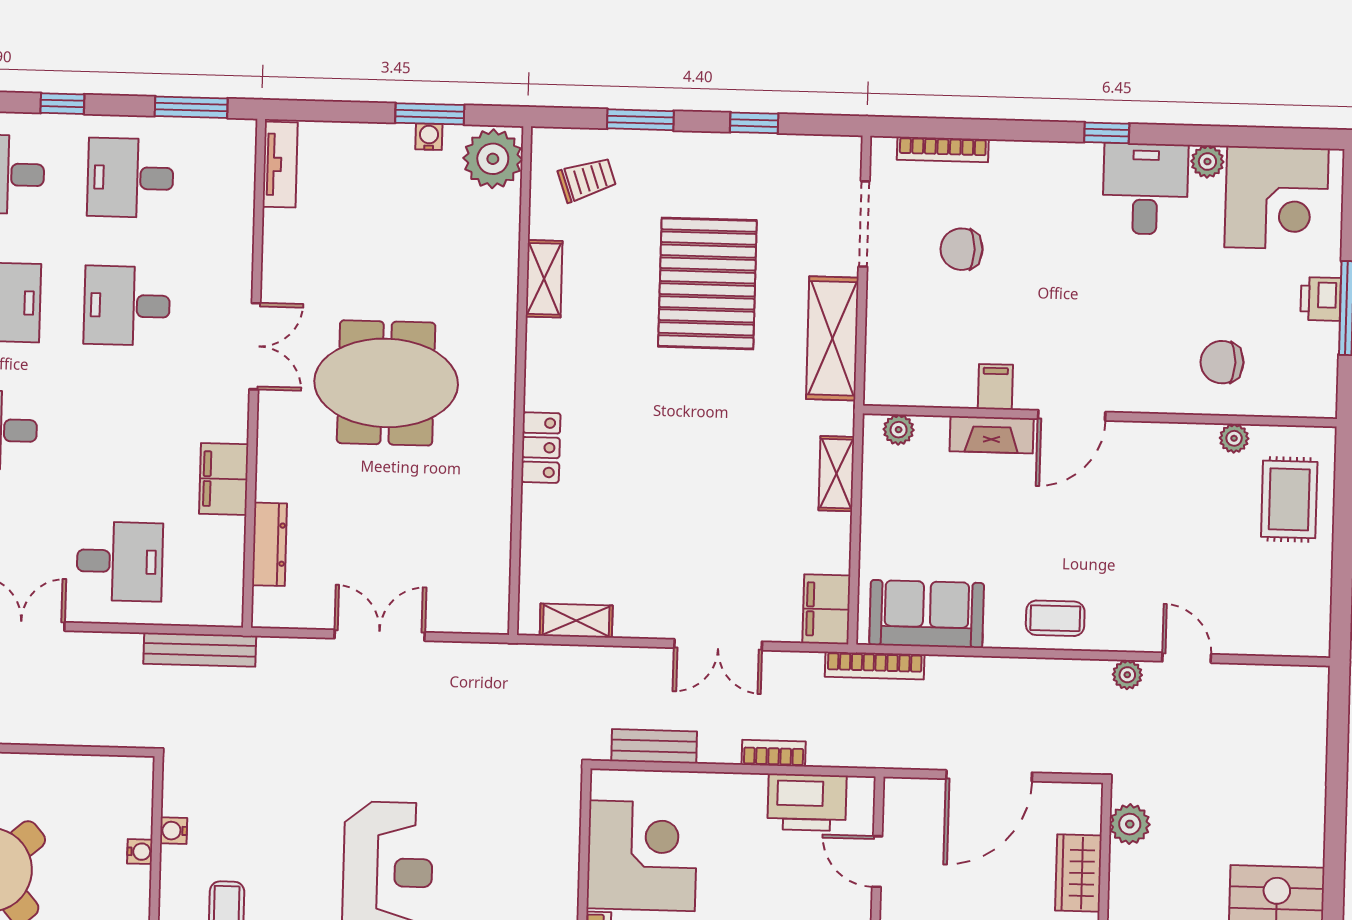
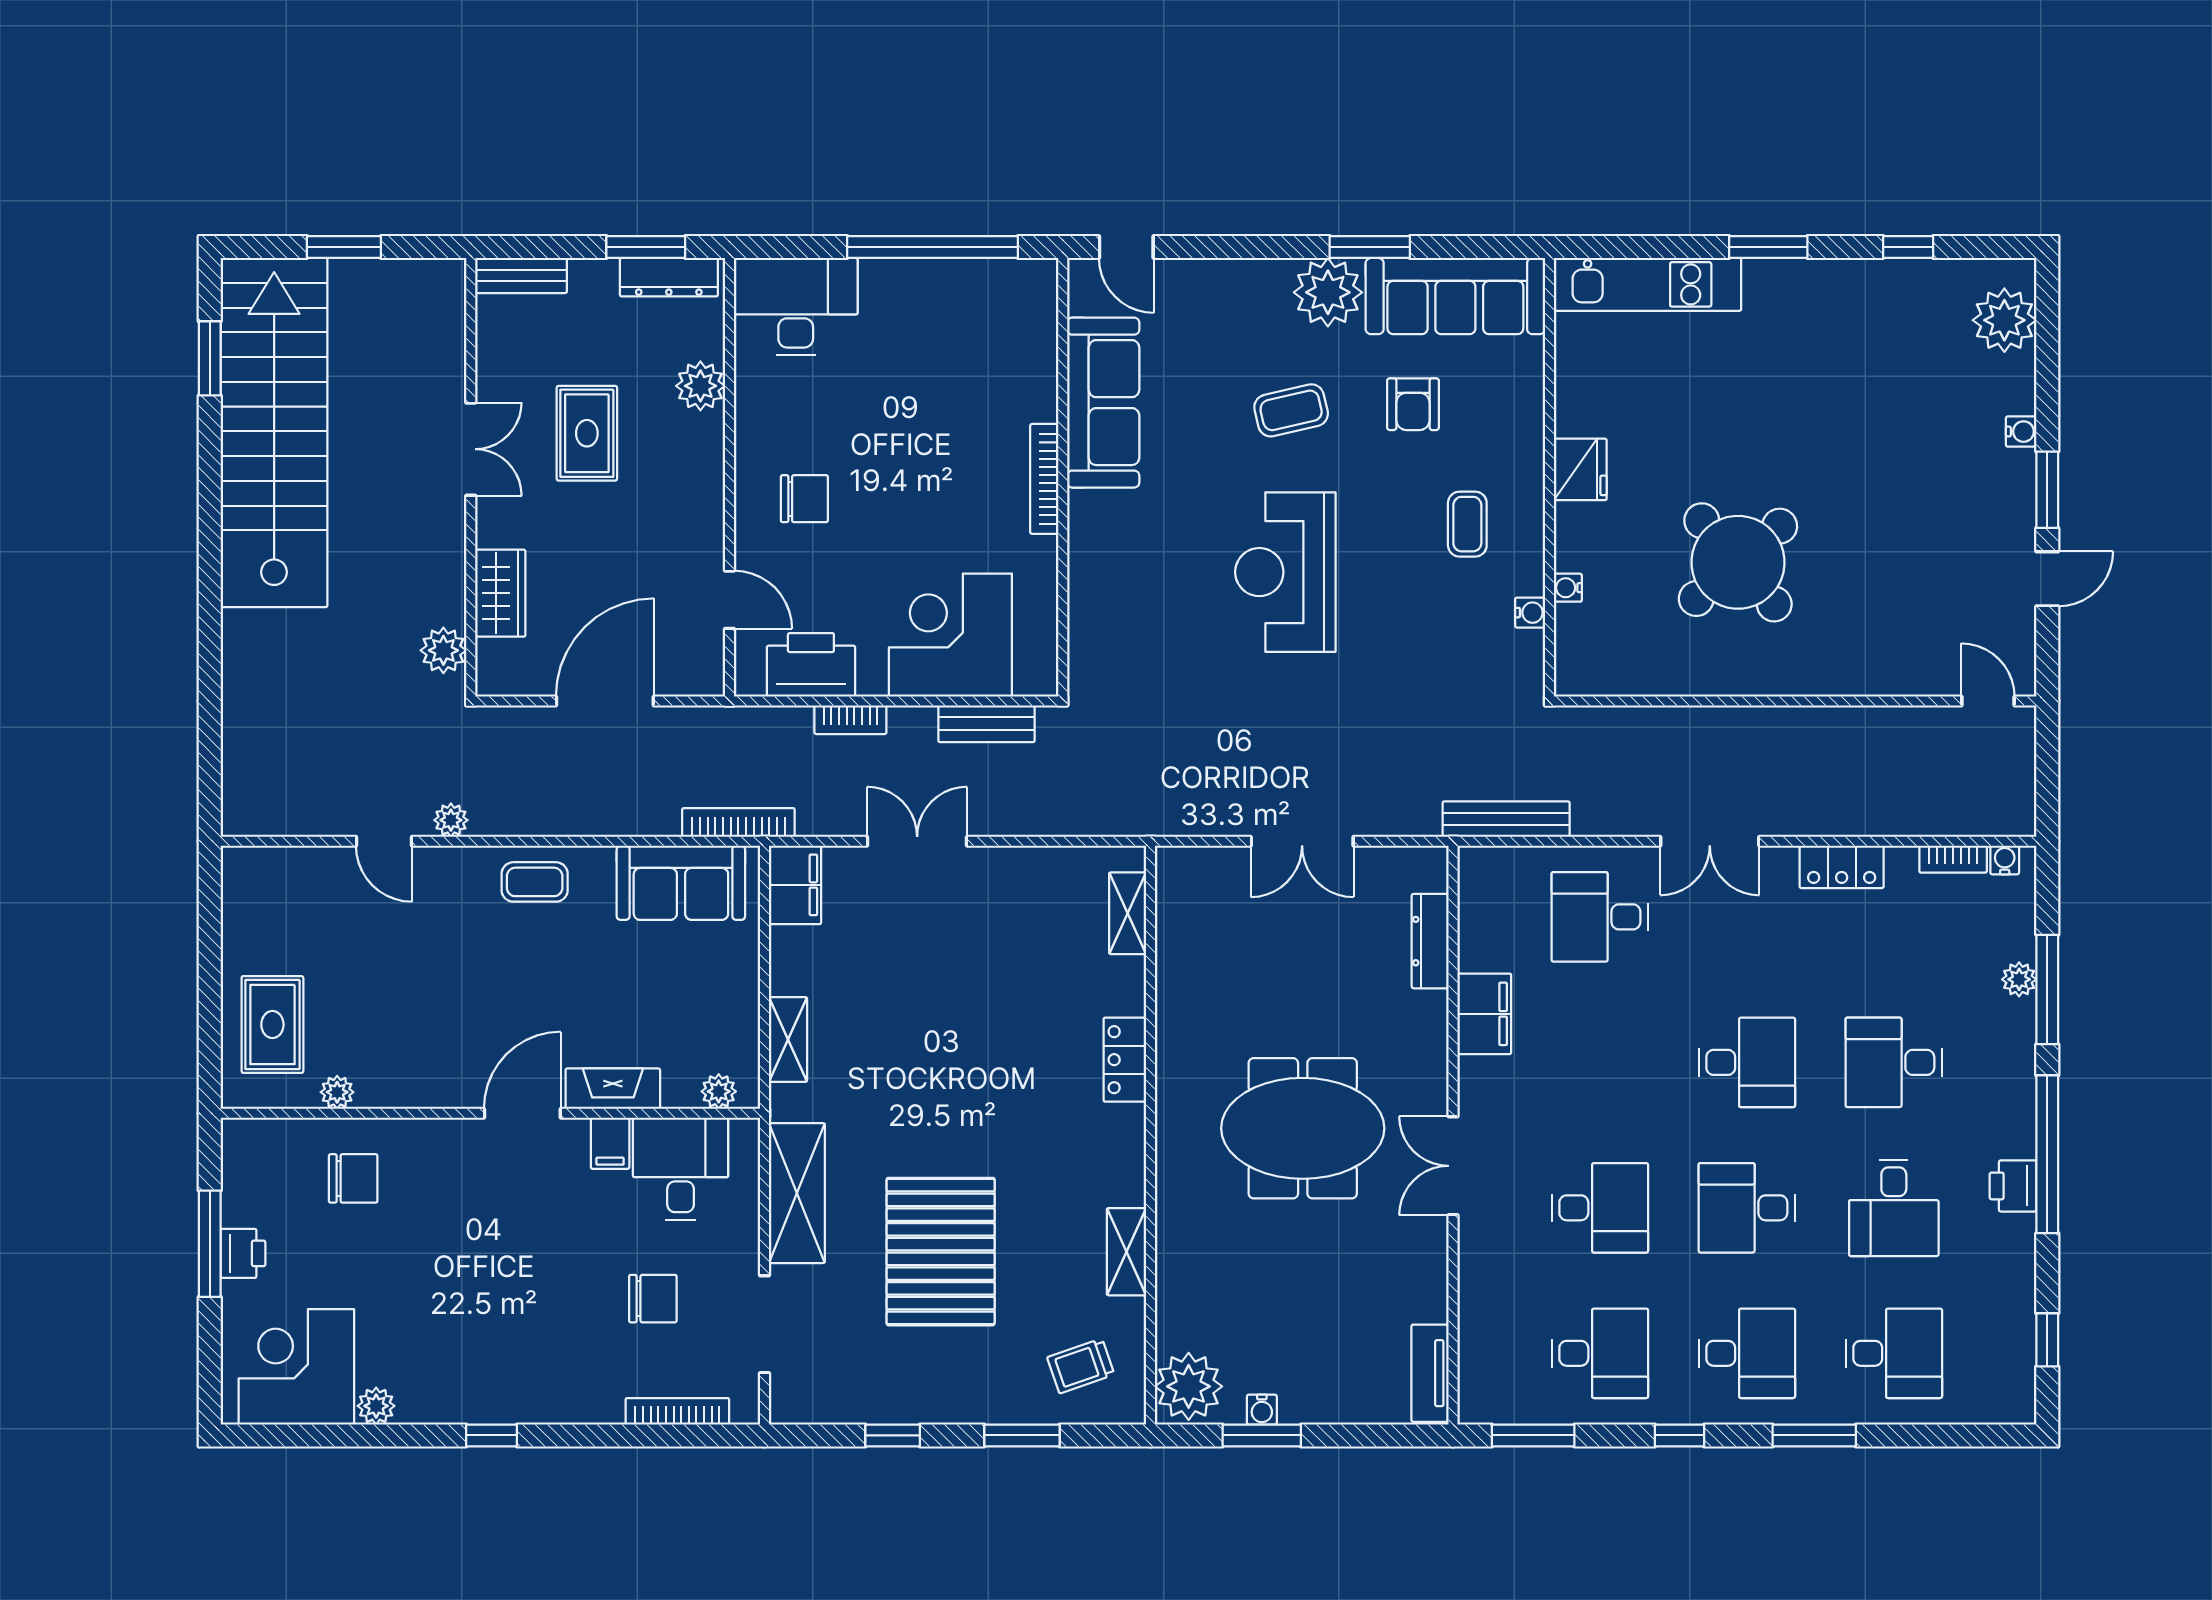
desk: (1145, 189) -> (681, 1169), moved, turned 180
shelving: (576, 621) -> (1128, 913), moved, turned 90
corner desk: (642, 856) -> (950, 635), moved, turned 90

